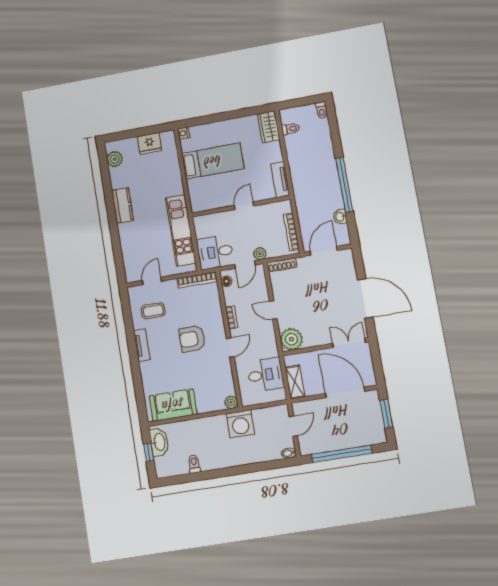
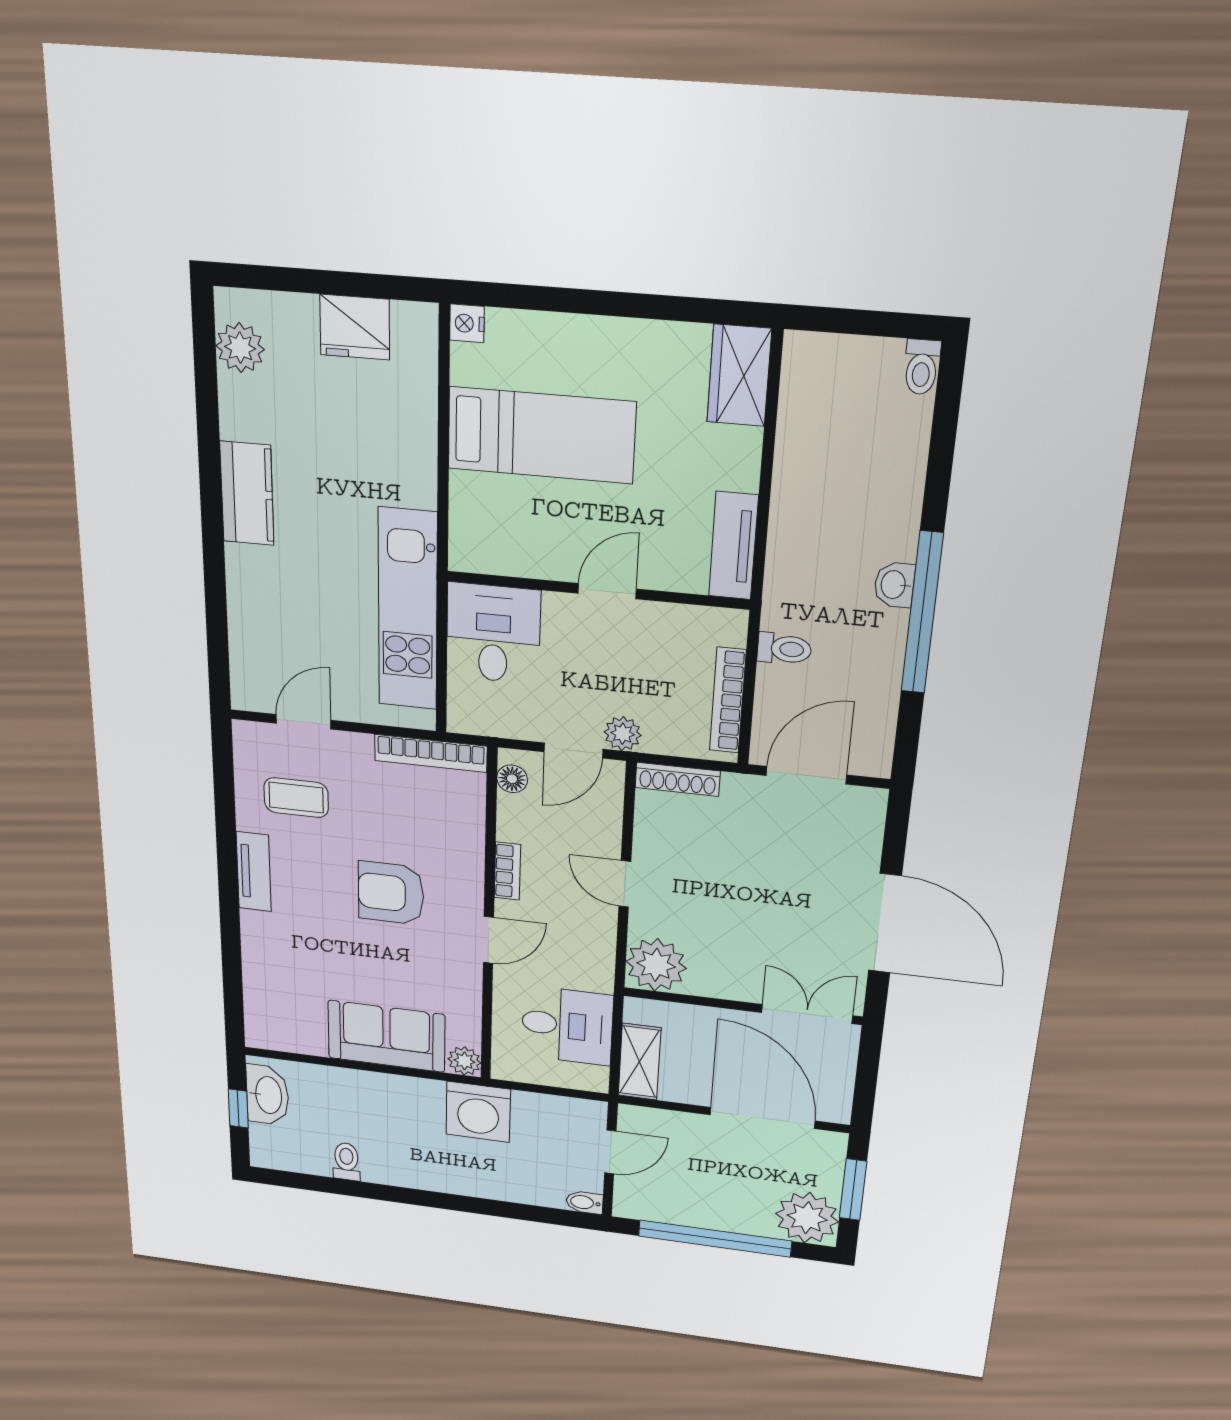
toilet: (291, 129) -> (784, 649), moved
washbasin: (340, 217) -> (894, 585), moved
desk: (215, 252) -> (493, 633), moved, turned 90
sofa: (173, 405) -> (386, 1036), moved
plant: (373, 432) -> (807, 1218), added

